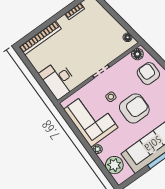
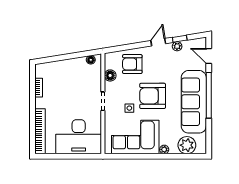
floor lamp: (137, 54) -> (110, 75), moved
desk: (58, 80) -> (79, 137), width x1.36, depth x1.30
armchair: (134, 108) -> (153, 96), turned -90

